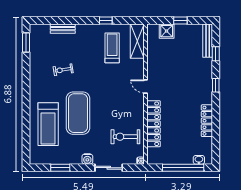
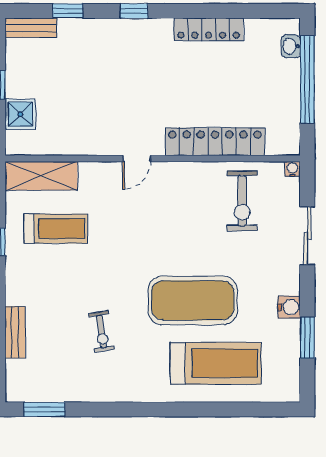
bench: (208, 41) -> (31, 28), width x0.73
treadmill: (112, 48) -> (56, 229), turned 180
water cooler: (87, 159) -> (289, 307), moved

